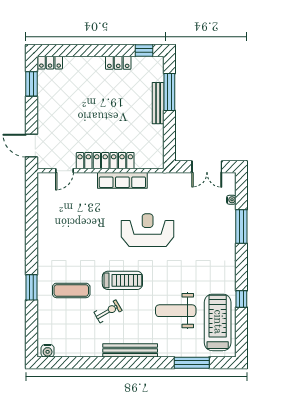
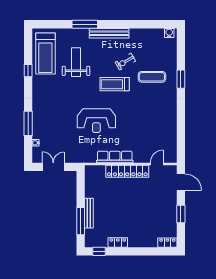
window: (32, 84) -> (181, 214), moved
weight bench: (176, 311) -> (76, 62), turned -90
window: (192, 363) -> (85, 24), moved

